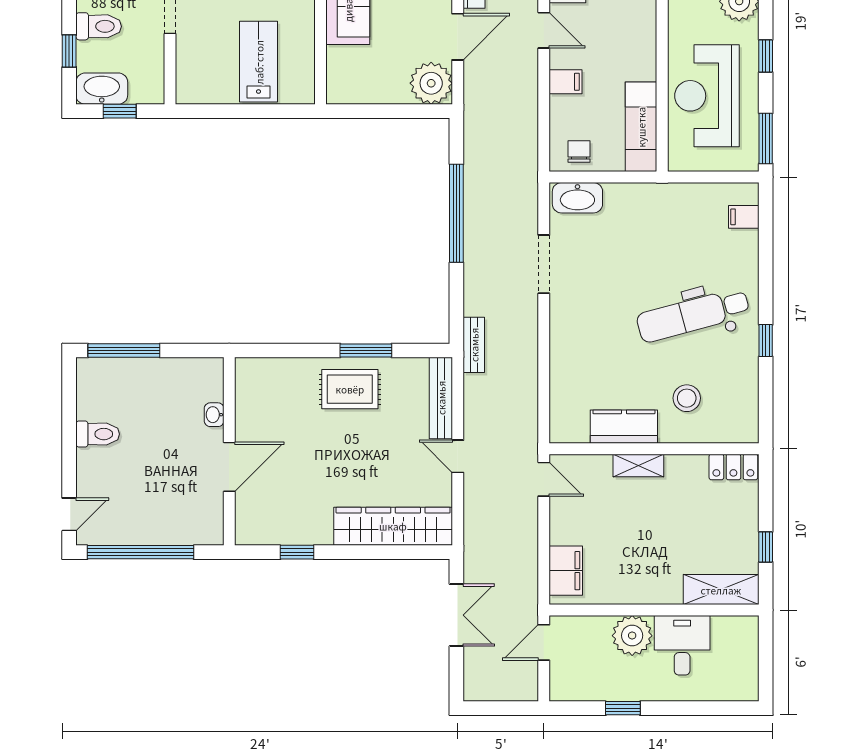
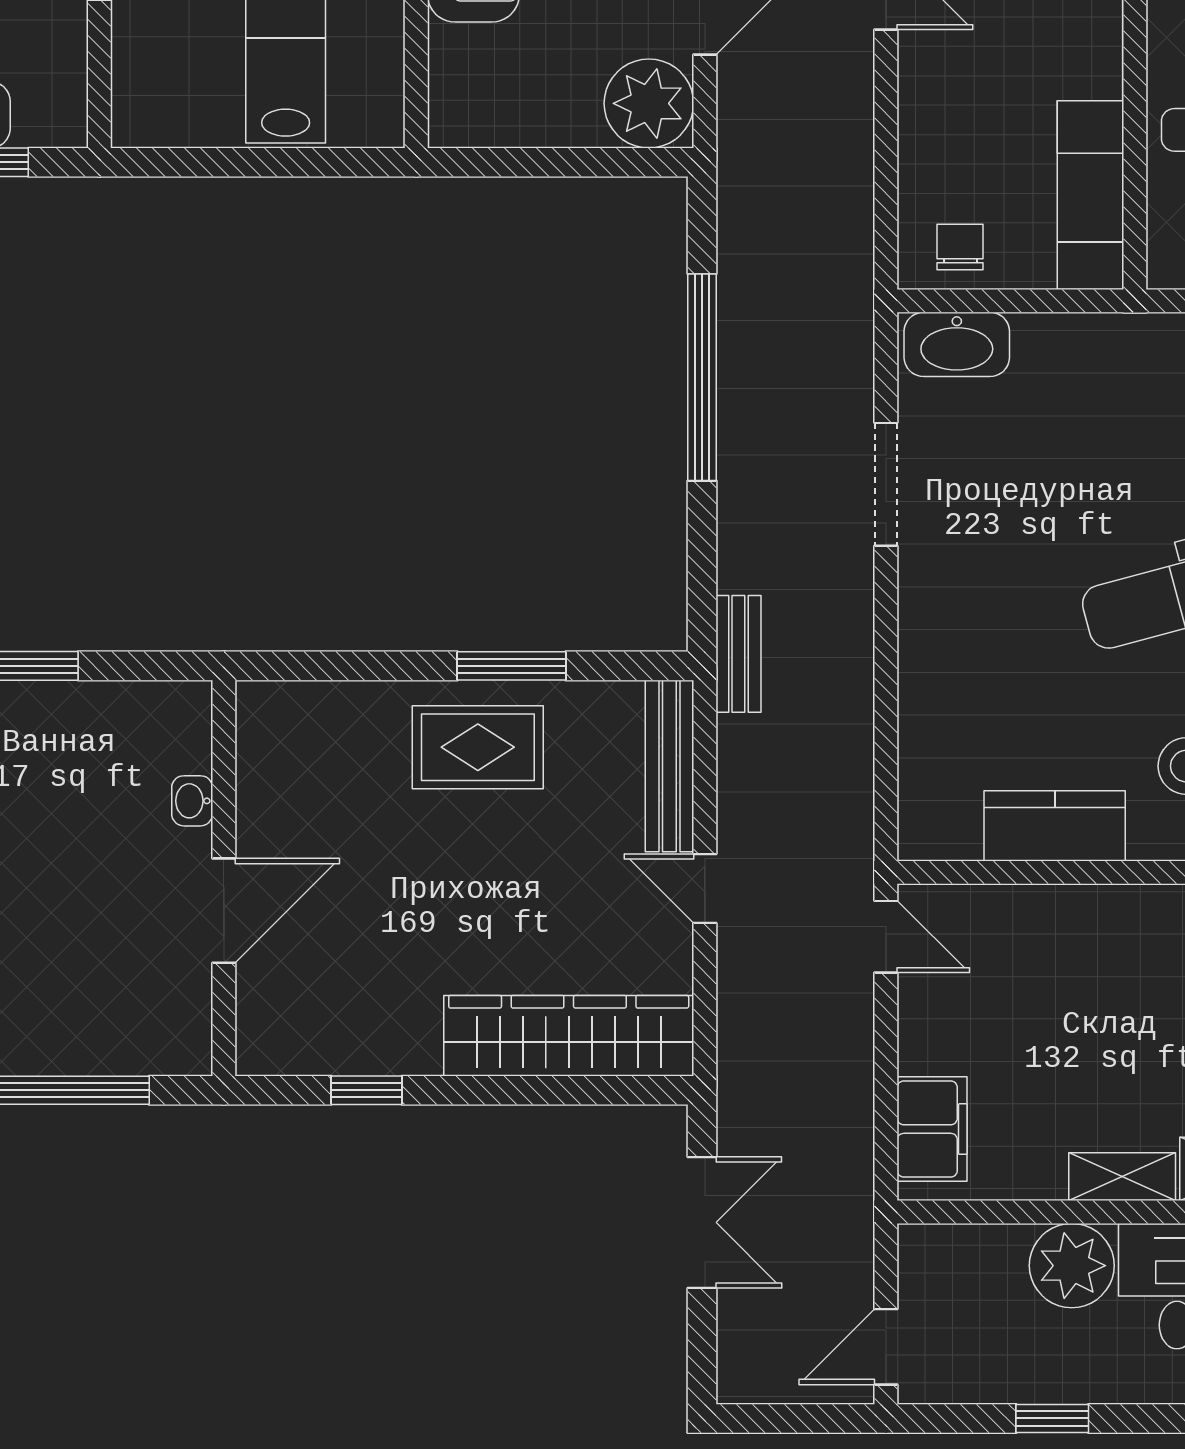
filing cabinet: (566, 82) -> (932, 100), removed
shelving: (638, 465) -> (1122, 1177), moved
door: (544, 642) -> (886, 1347), moved

